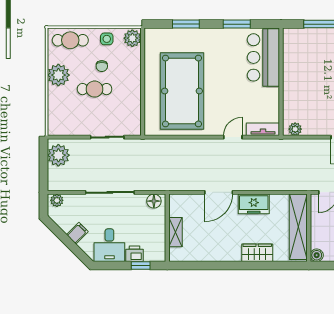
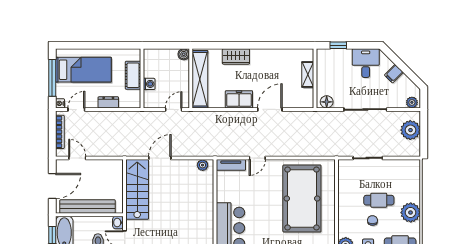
plant: (58, 155) -> (410, 130), moved
printer: (135, 254) -> (344, 56), removed

